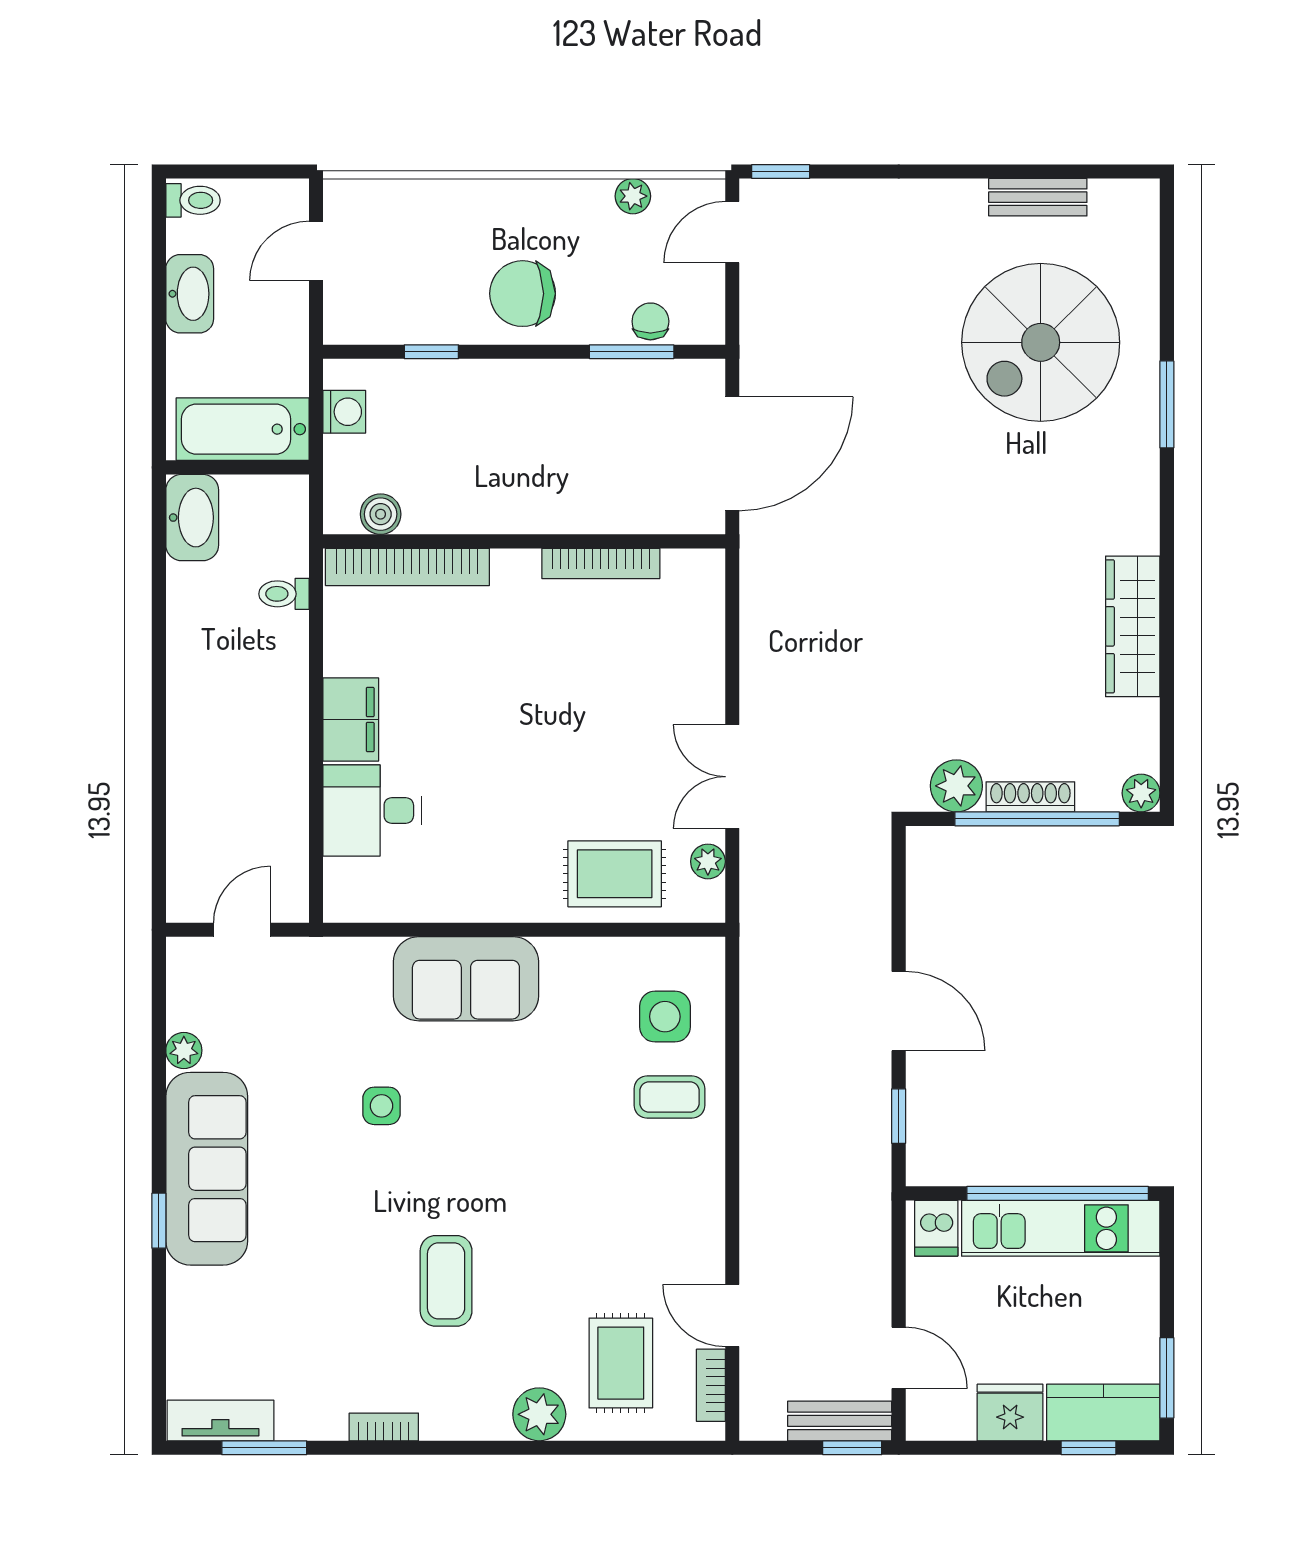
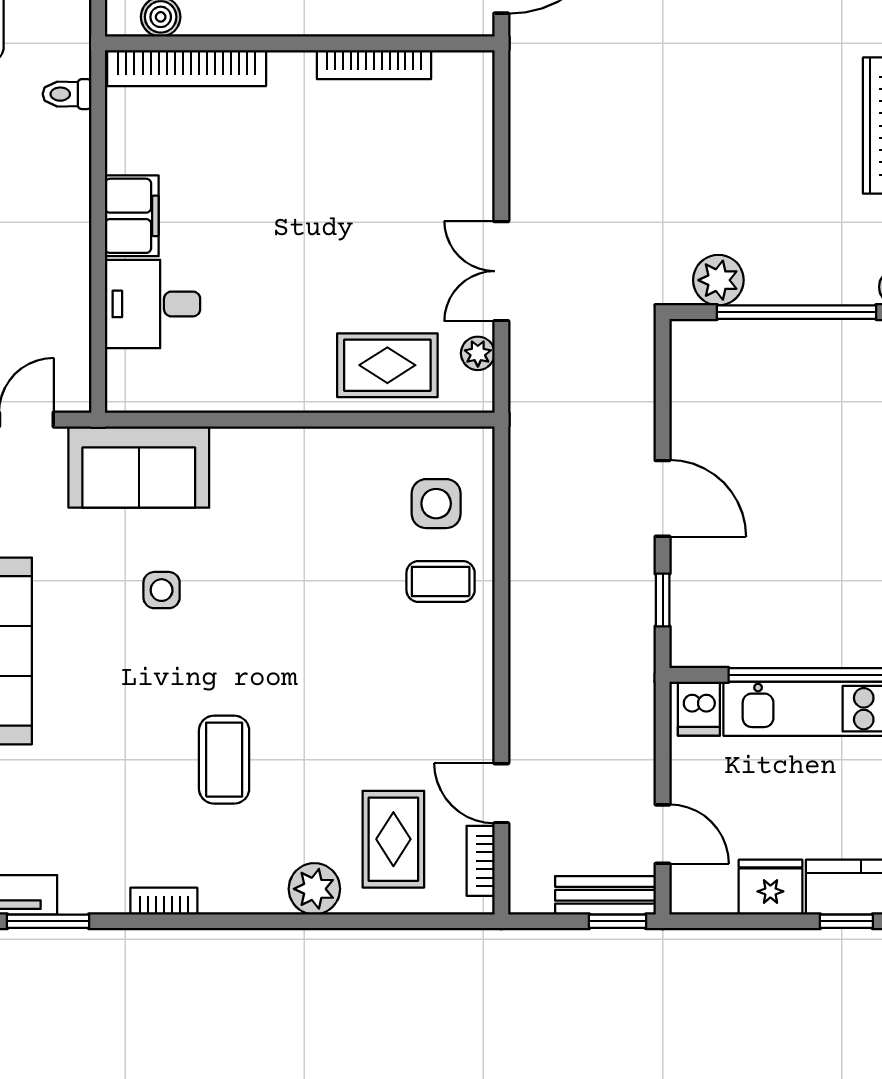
shoe rack: (1030, 797) -> (790, 291), removed
sofa: (466, 979) -> (139, 467), moved

